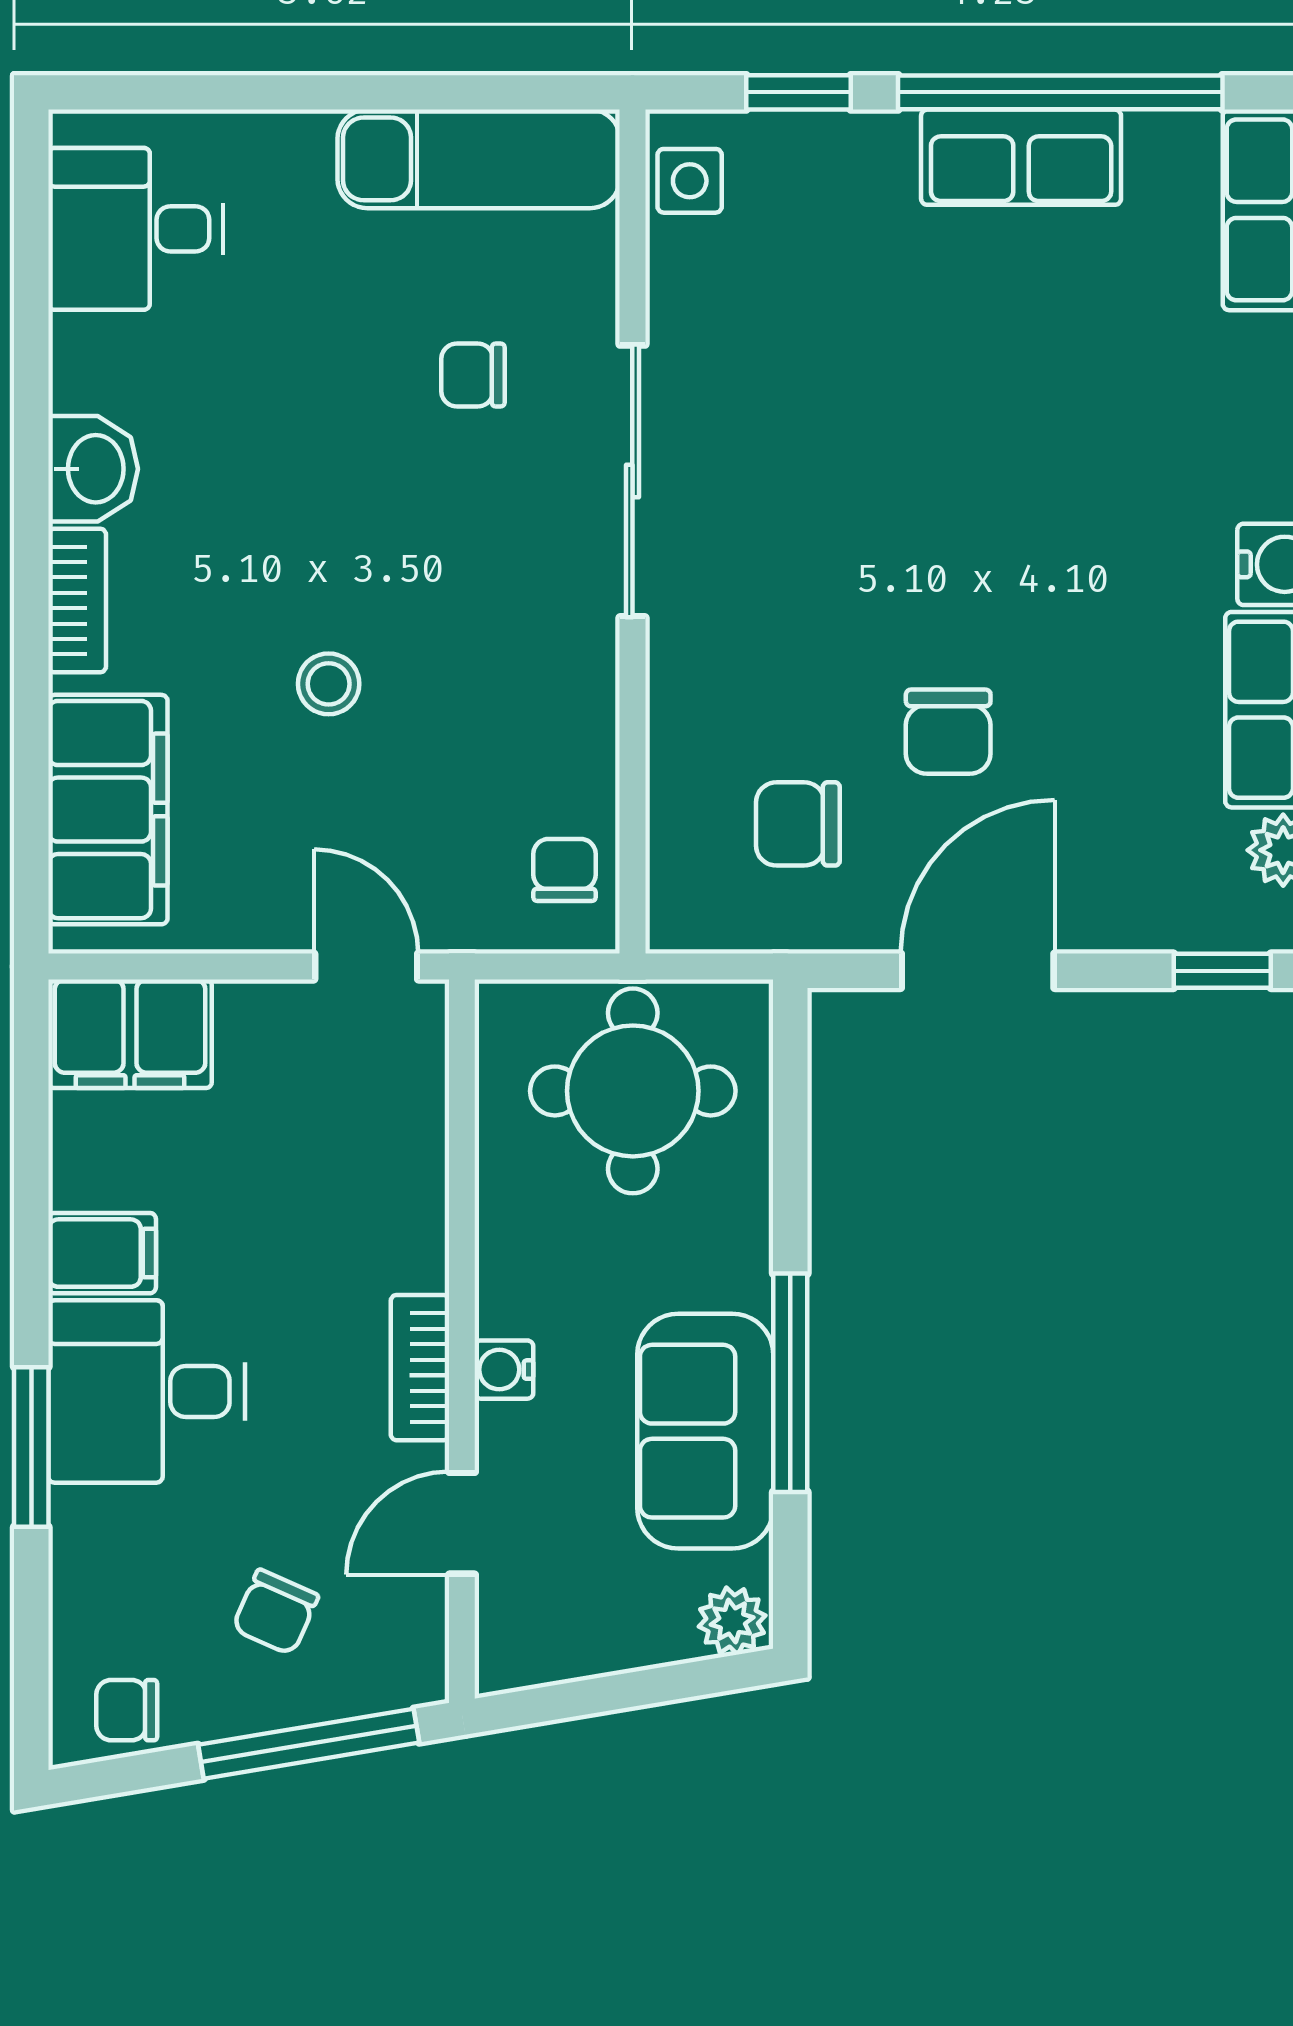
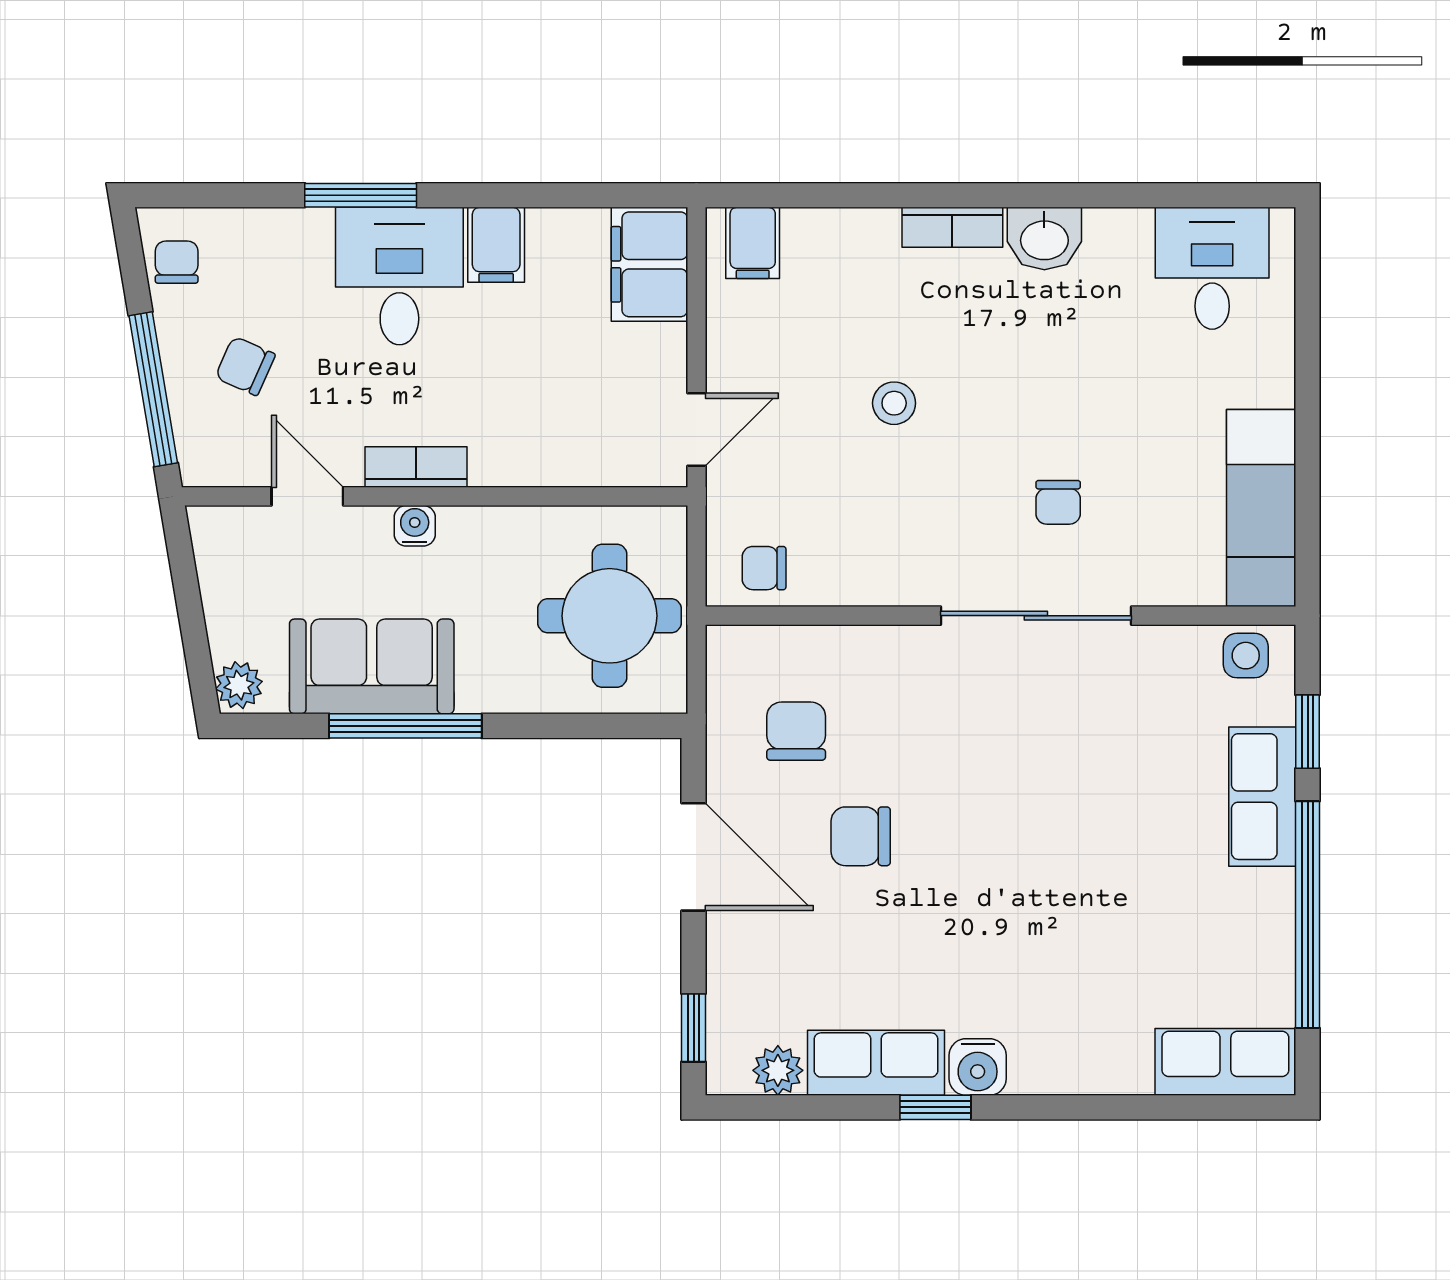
row of seats: (1021, 157) -> (1262, 797), moved
chair: (473, 375) -> (1058, 502), moved, turned 180
filing cabinet: (108, 810) -> (753, 243), width x0.33, depth x0.86
chair: (565, 870) -> (764, 568), turned 180

